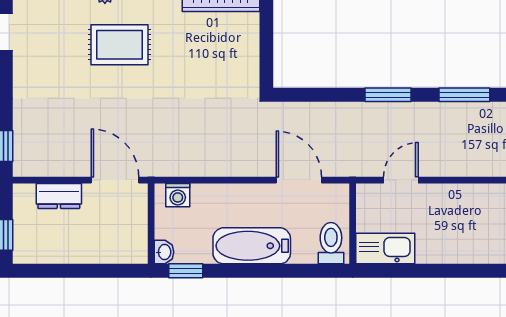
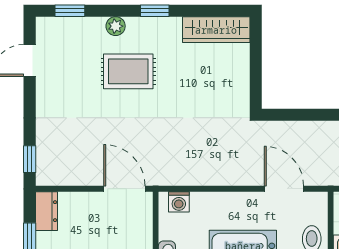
dresser: (59, 196) -> (47, 211), moved, turned -90

